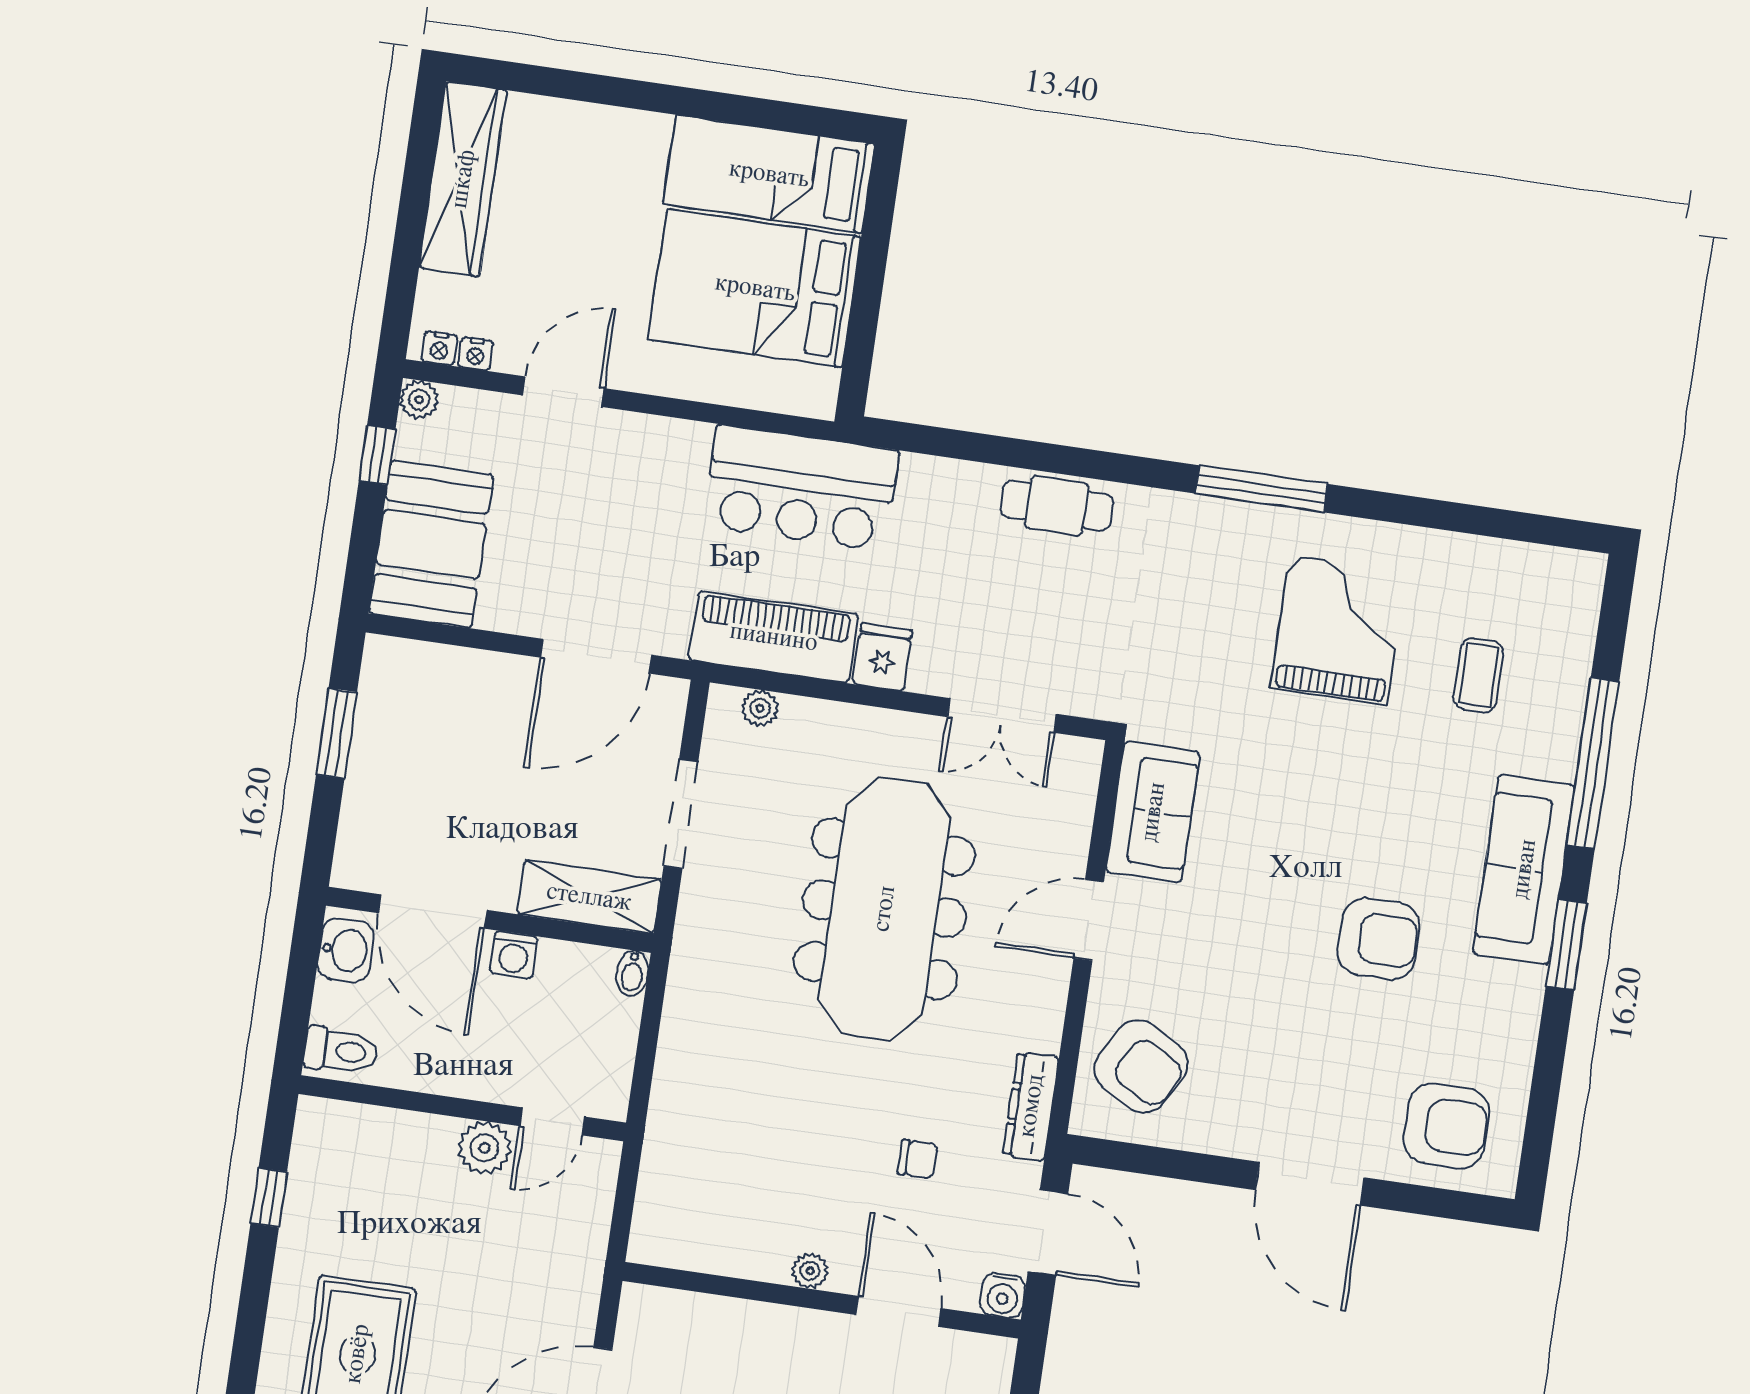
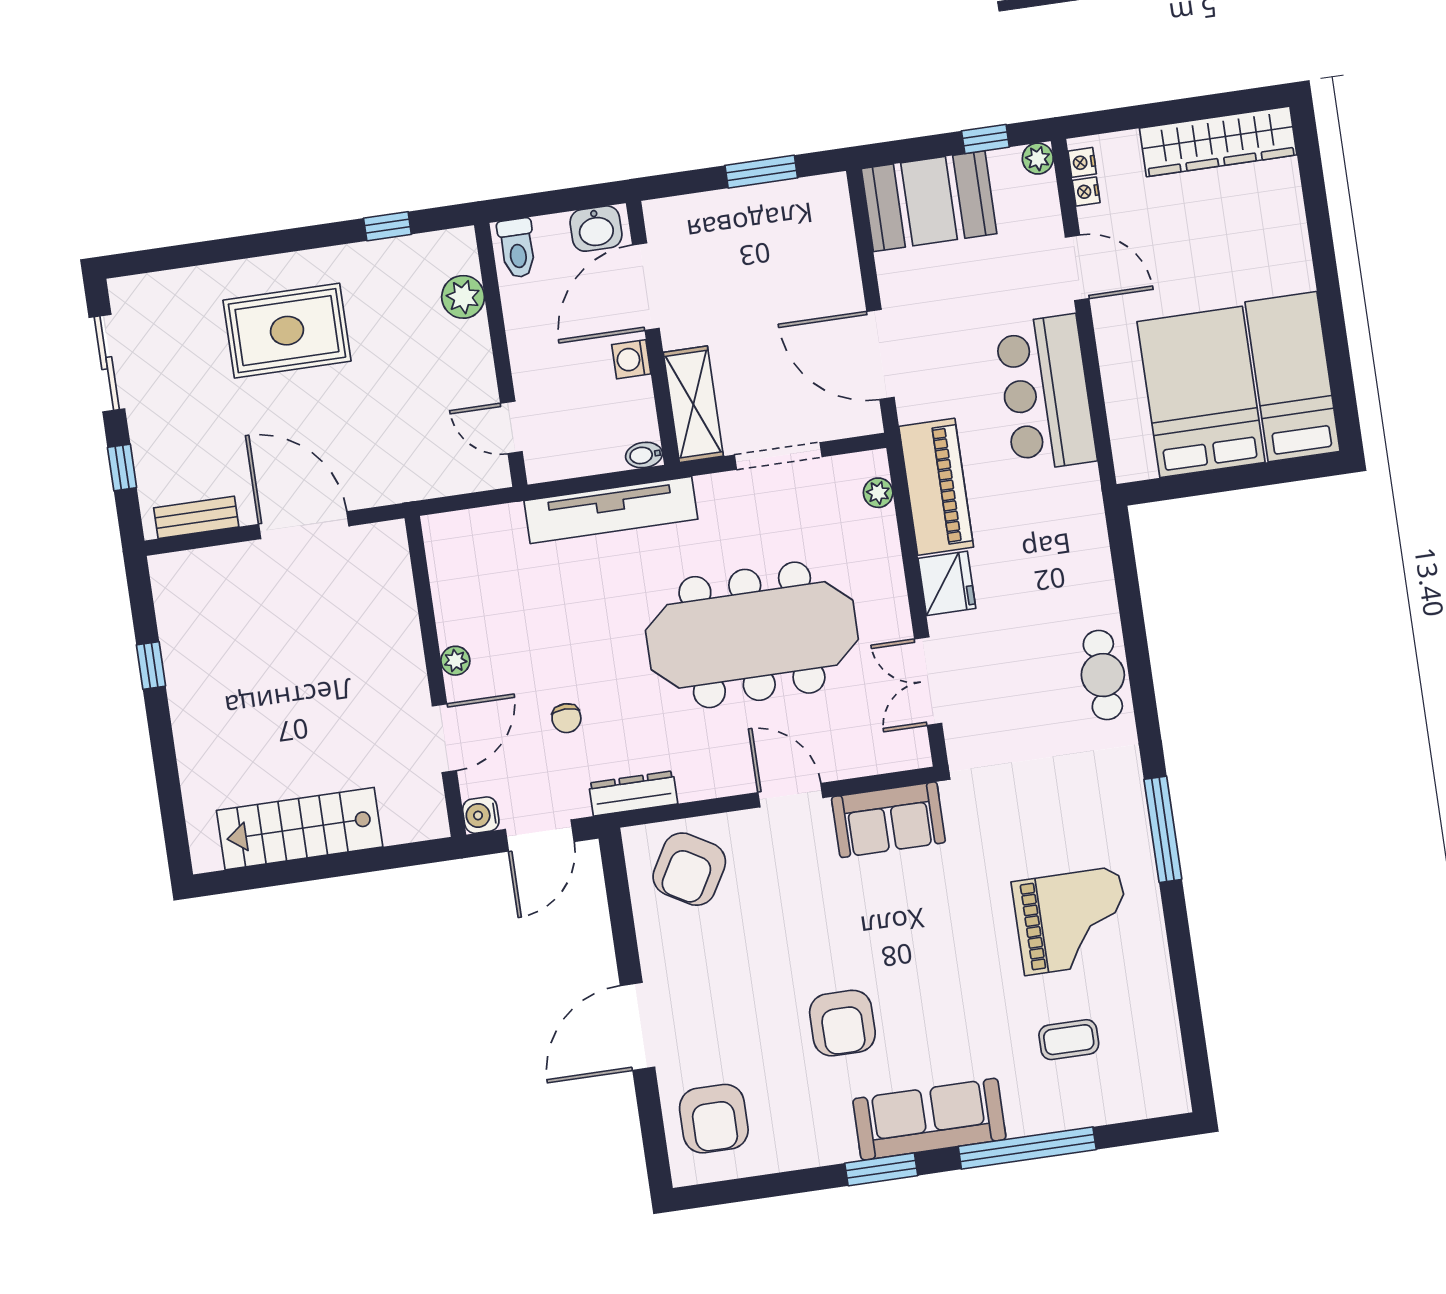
bar counter: (801, 488) -> (1046, 393), moved
fridge: (882, 657) -> (947, 583), width x1.38
tv unit: (686, 1032) -> (611, 510), added
plant: (485, 1148) -> (463, 297), moved

